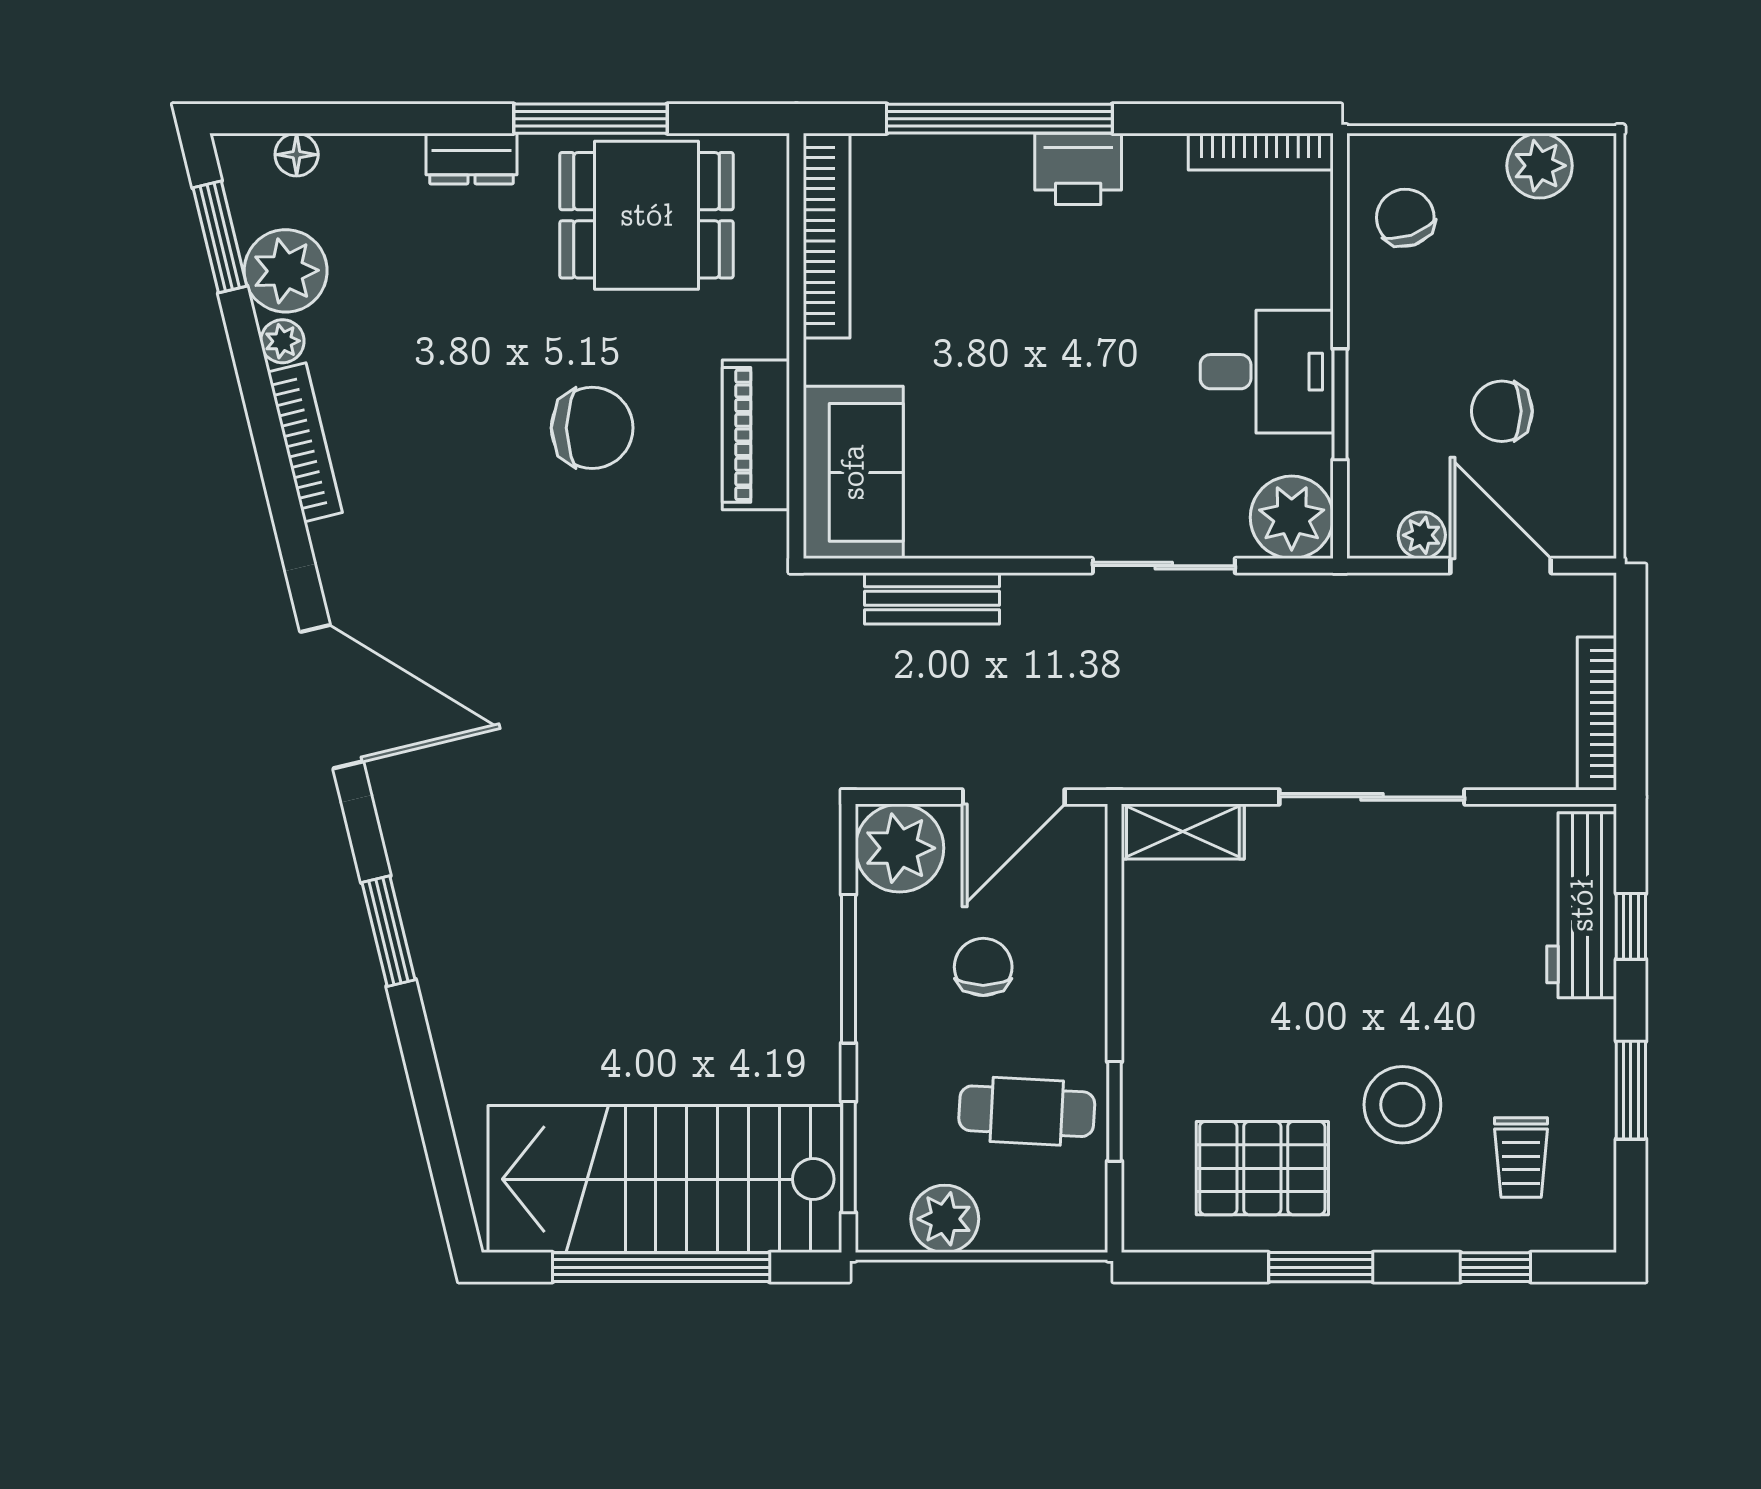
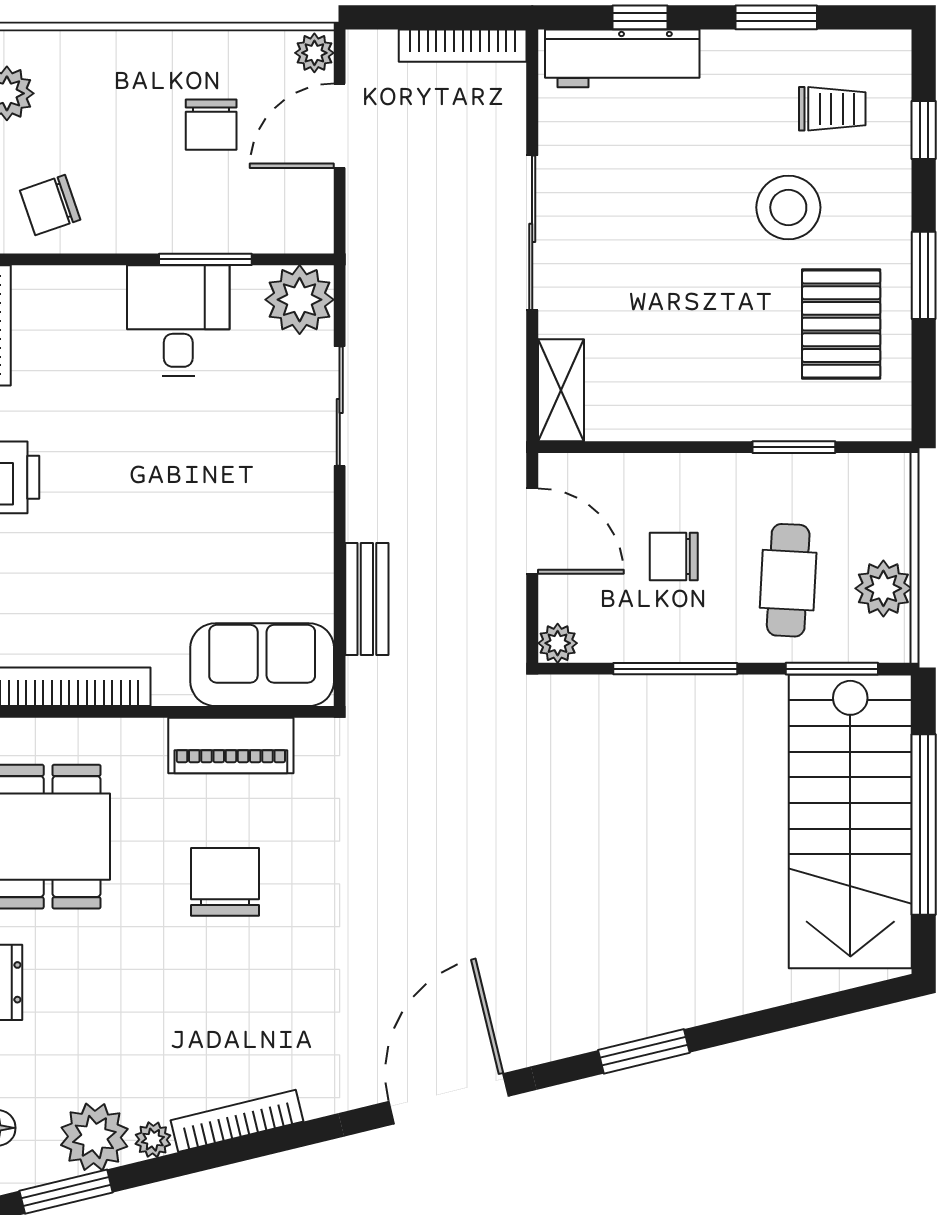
plant: (1422, 535) -> (314, 53), moved
plant: (900, 848) -> (558, 643), width x0.53, depth x0.53
cafe table: (1027, 1111) -> (788, 580), moved

